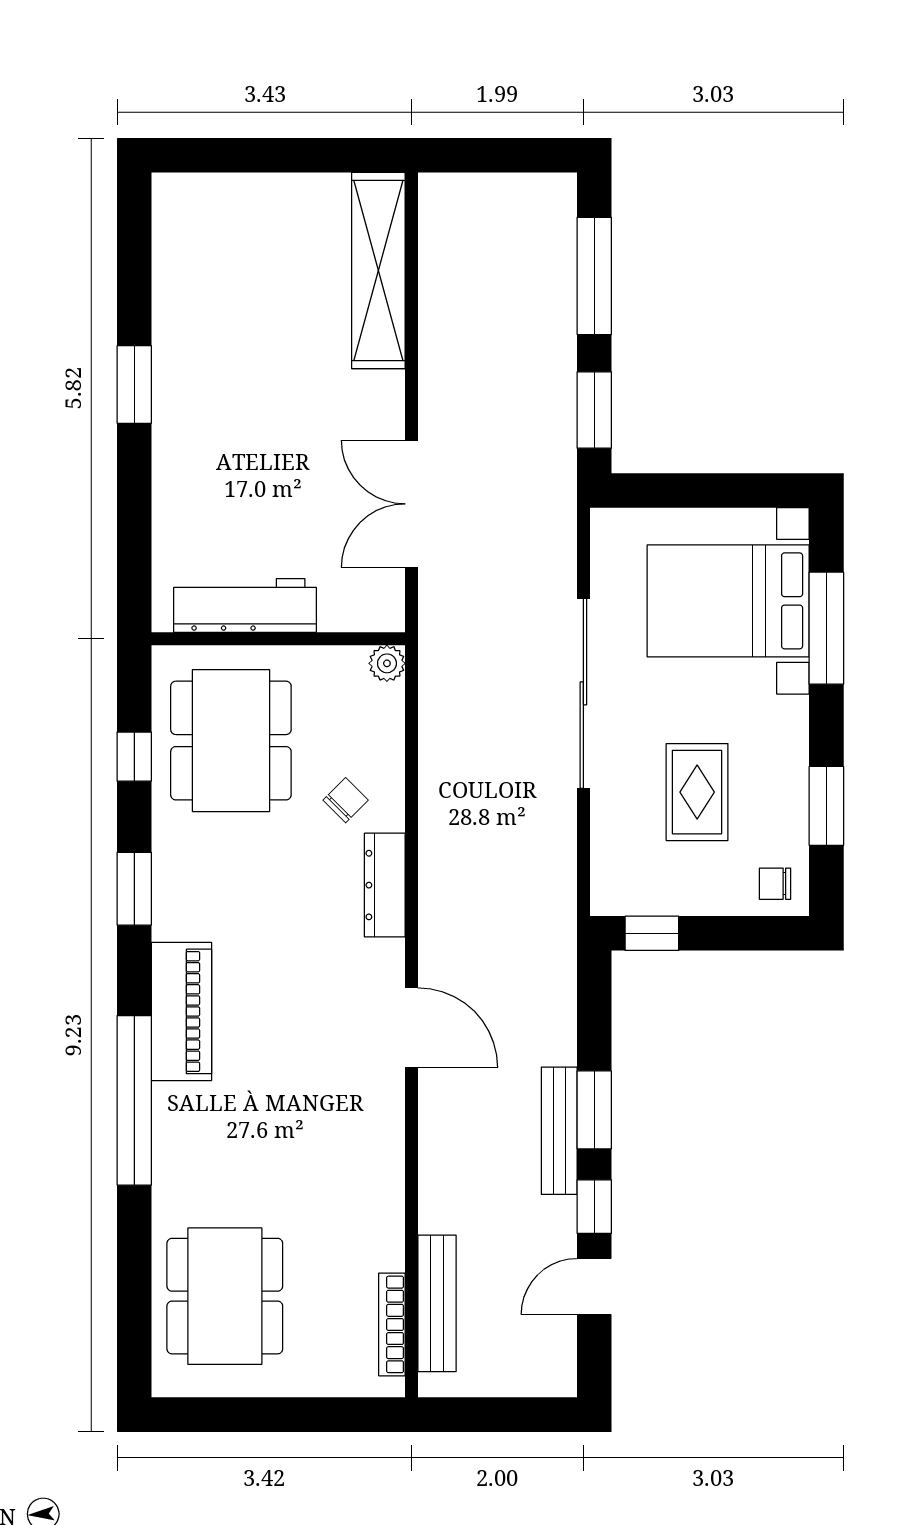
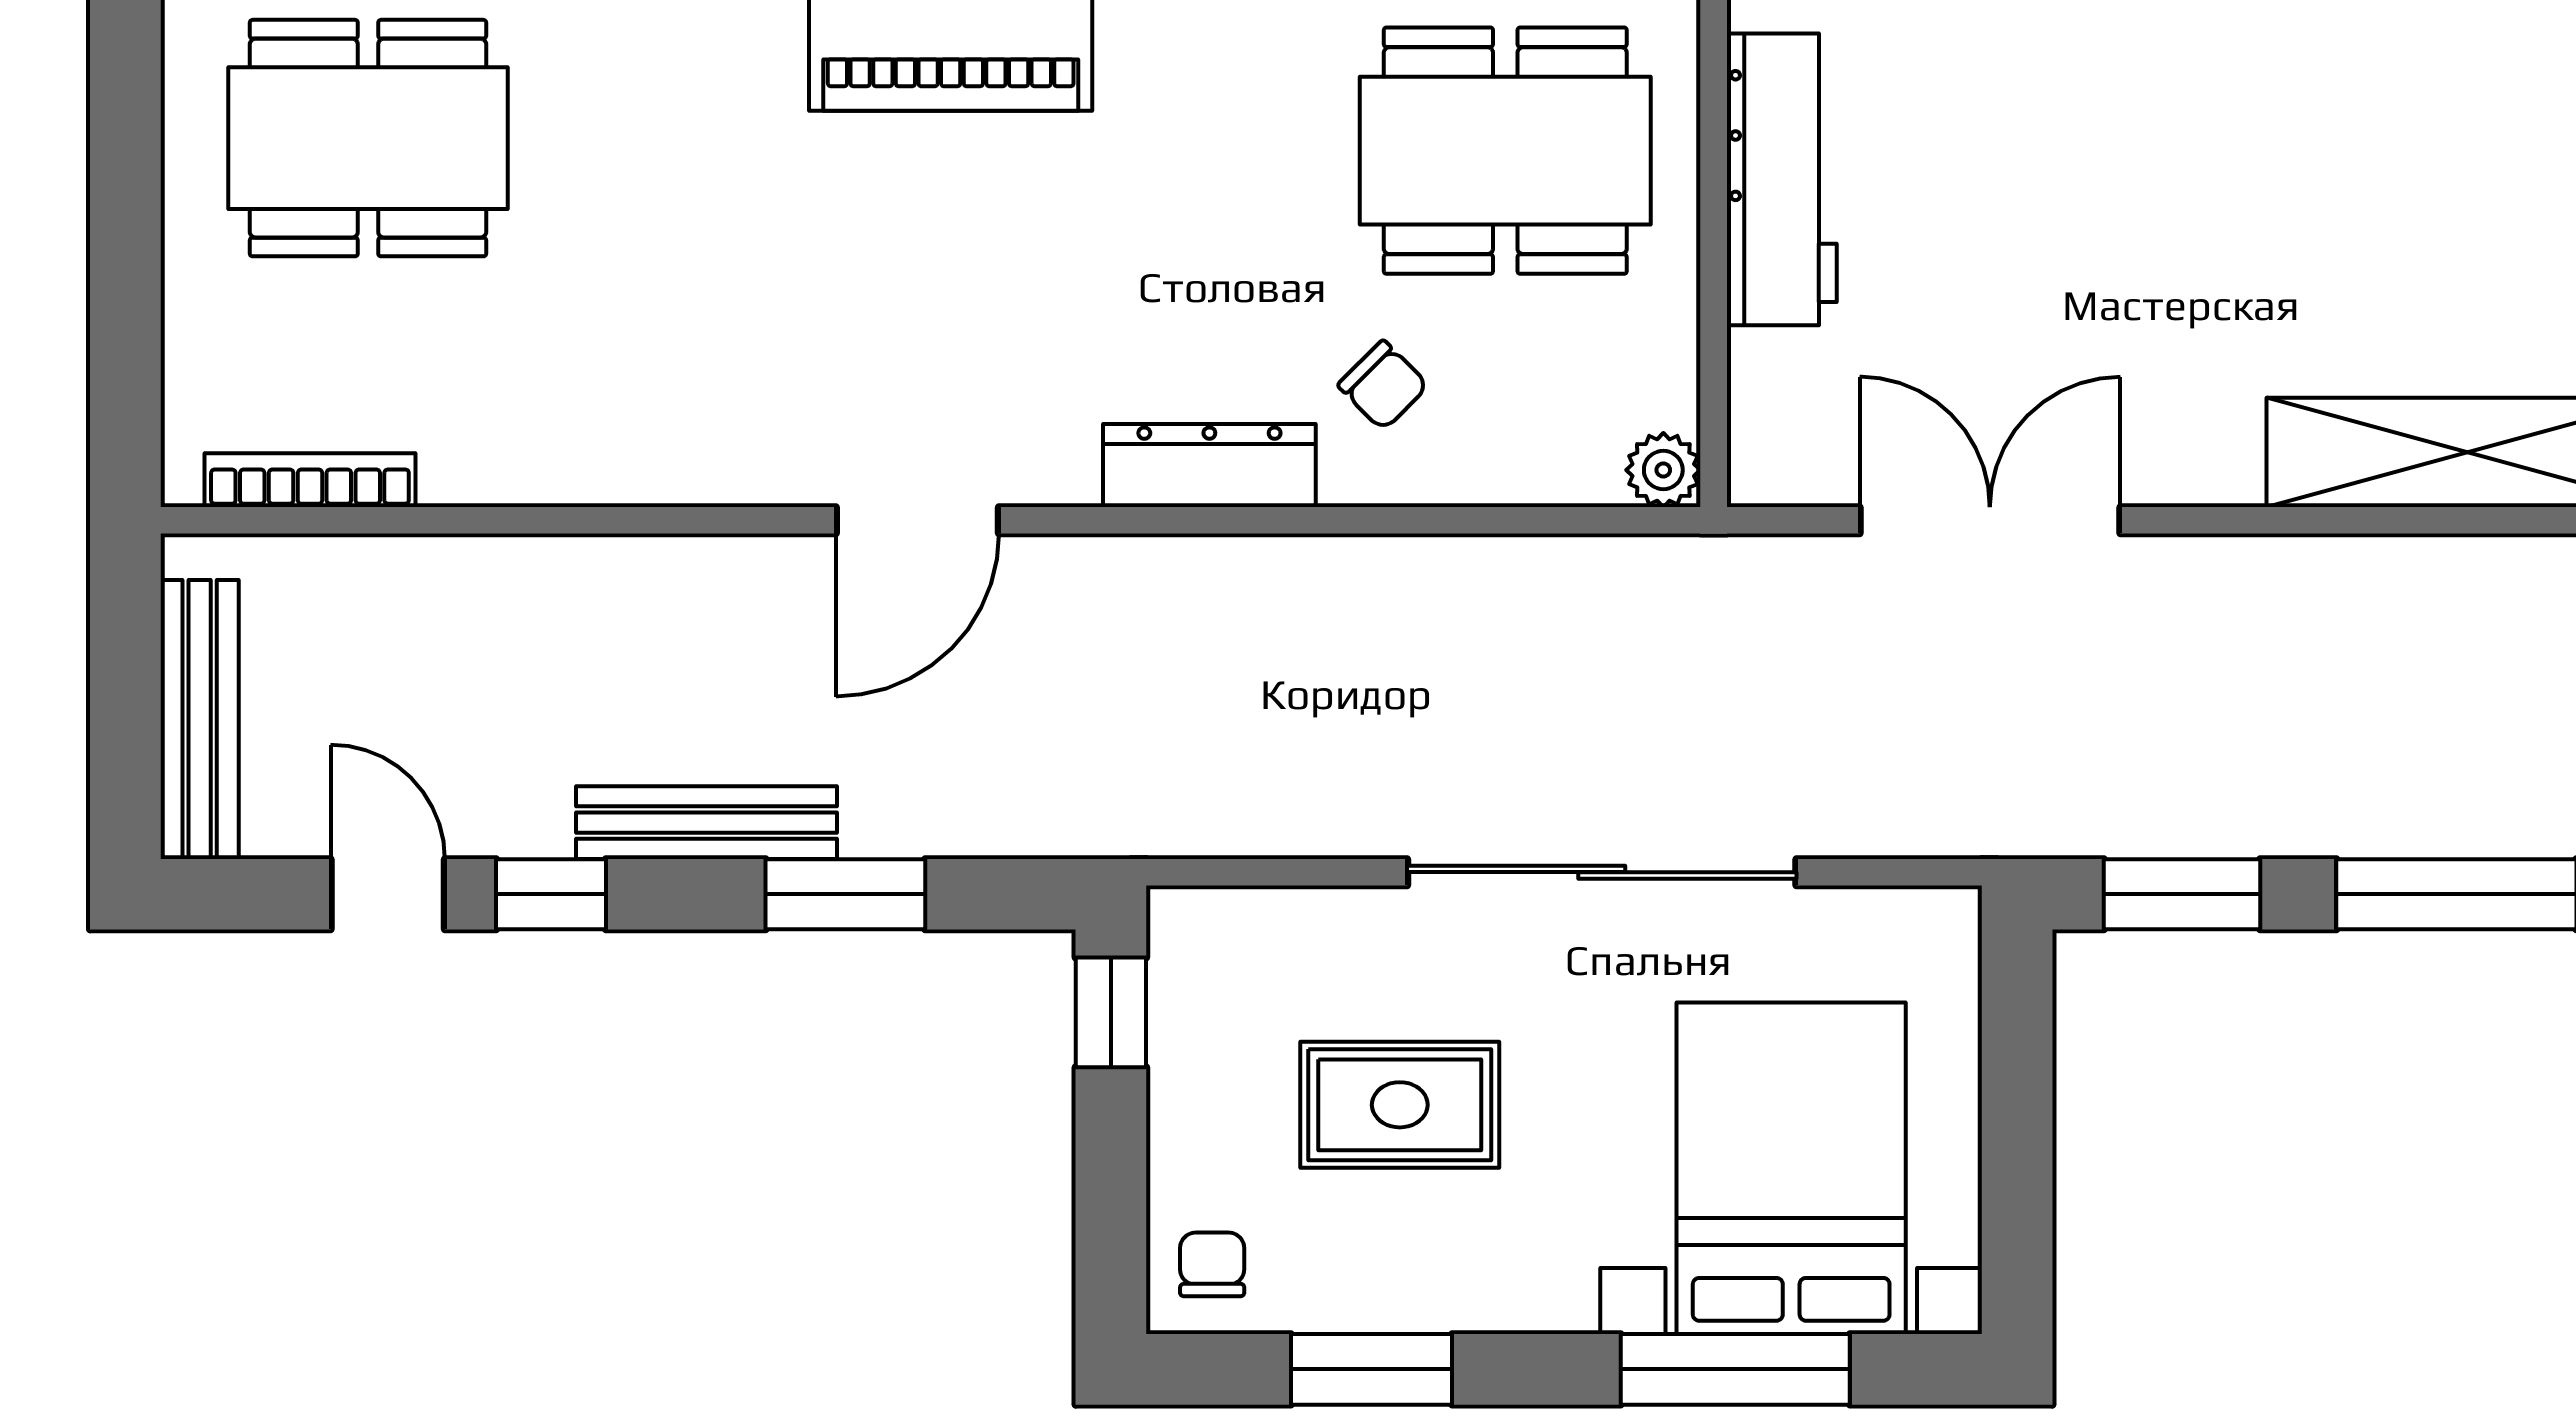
window: (594, 1110) -> (845, 894), moved
bench: (437, 1303) -> (200, 719), moved, turned 90

